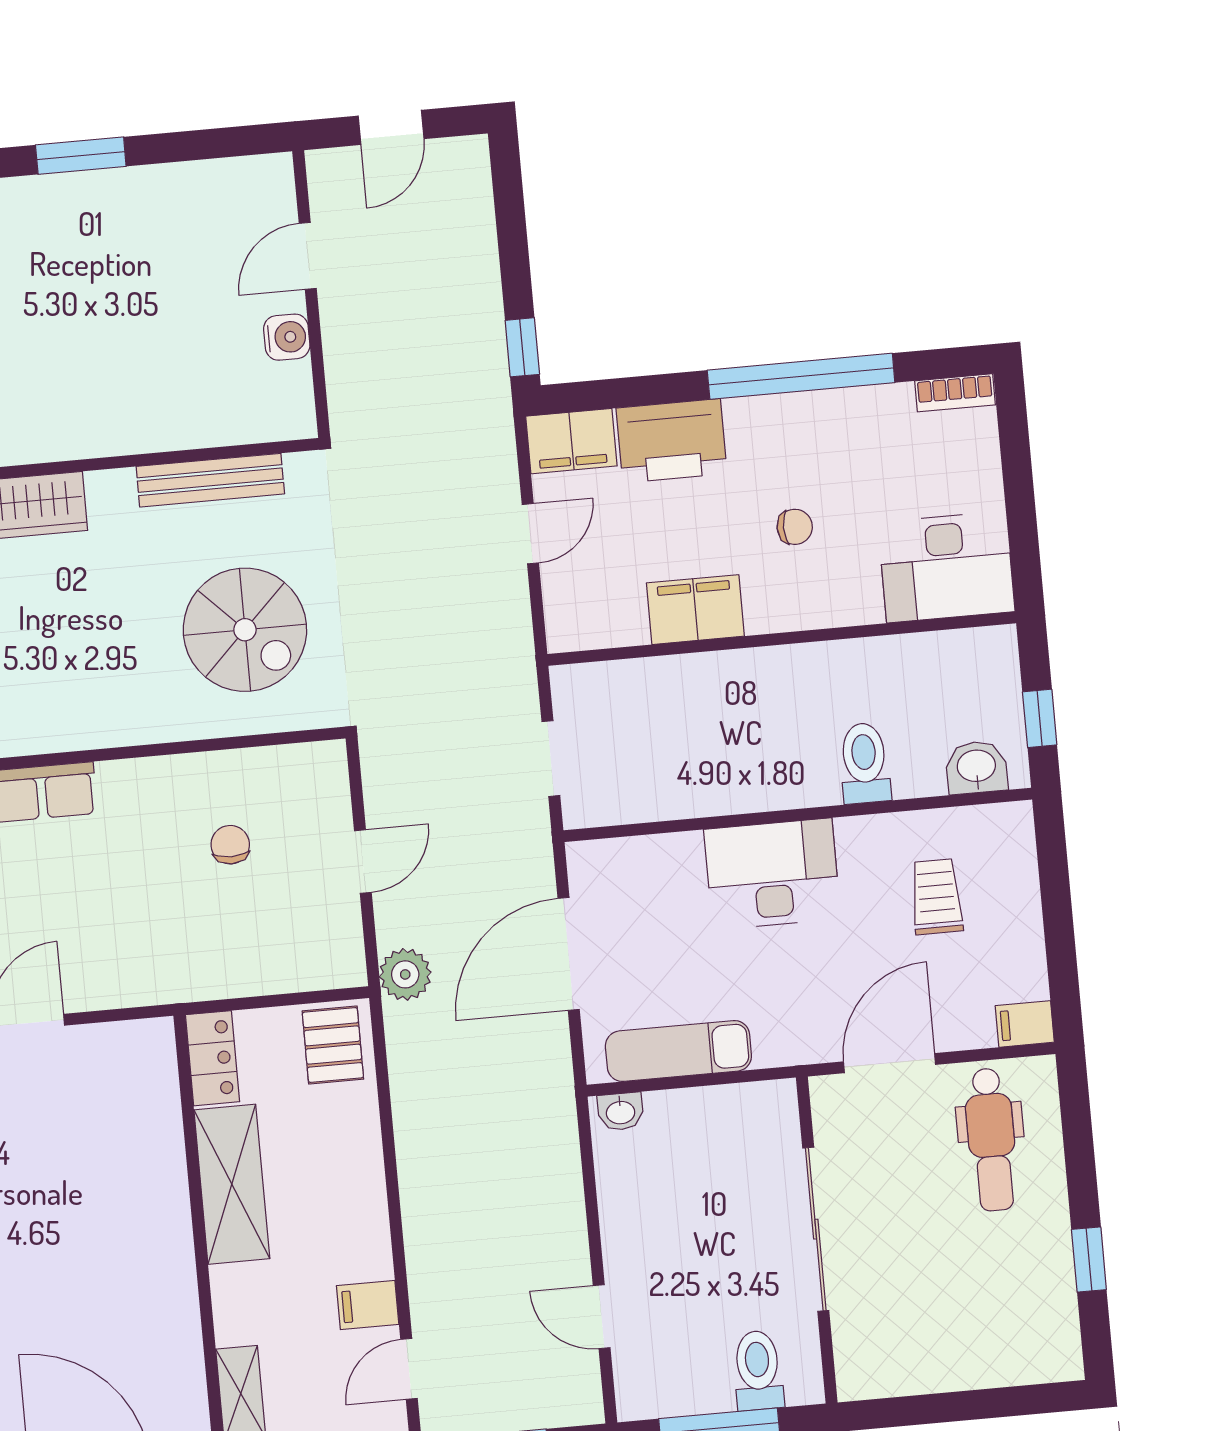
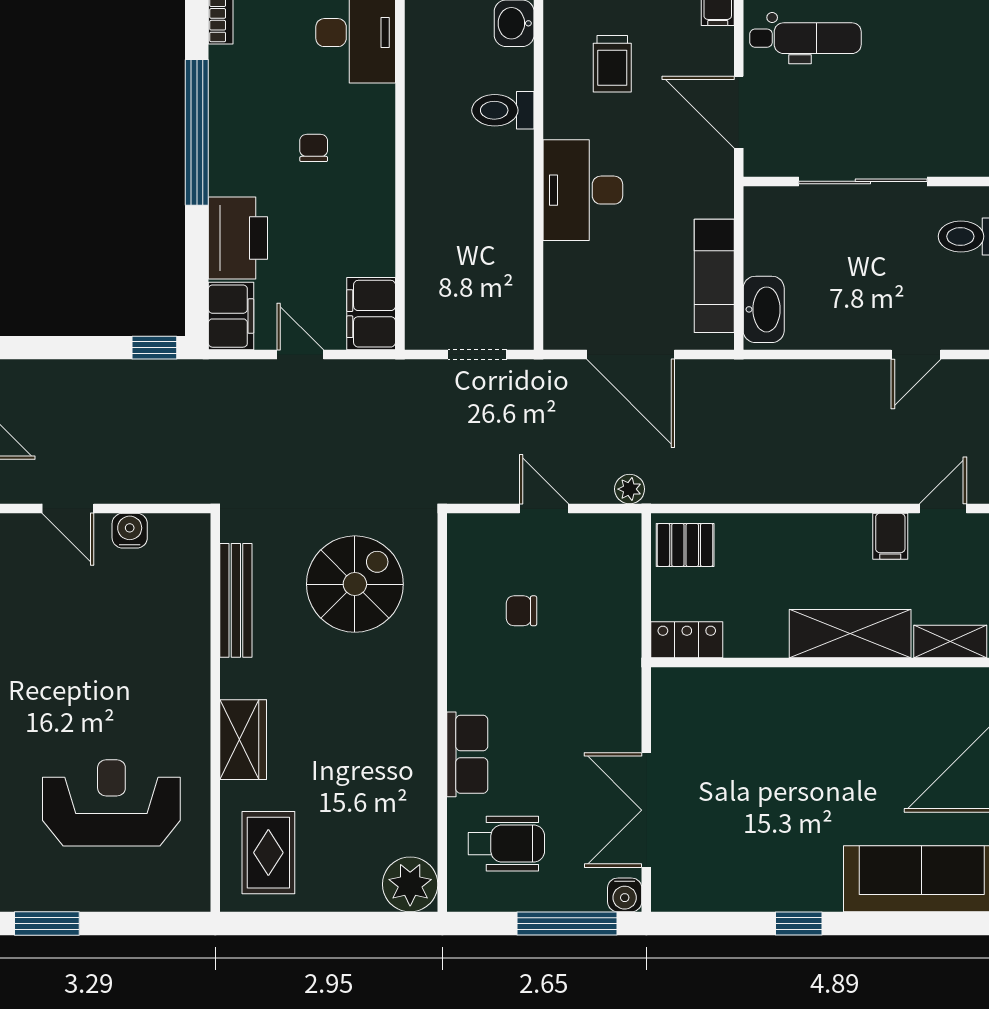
filing cabinet: (695, 610) -> (371, 314), moved
trolley: (936, 897) -> (612, 64), turned -90
plant: (405, 974) -> (630, 489), width x0.73, depth x0.73
washbasin: (620, 1112) -> (764, 309), width x1.91, depth x1.45
shelving: (232, 1184) -> (850, 634), moved
door: (409, 1369) -> (943, 509), swing flipped

